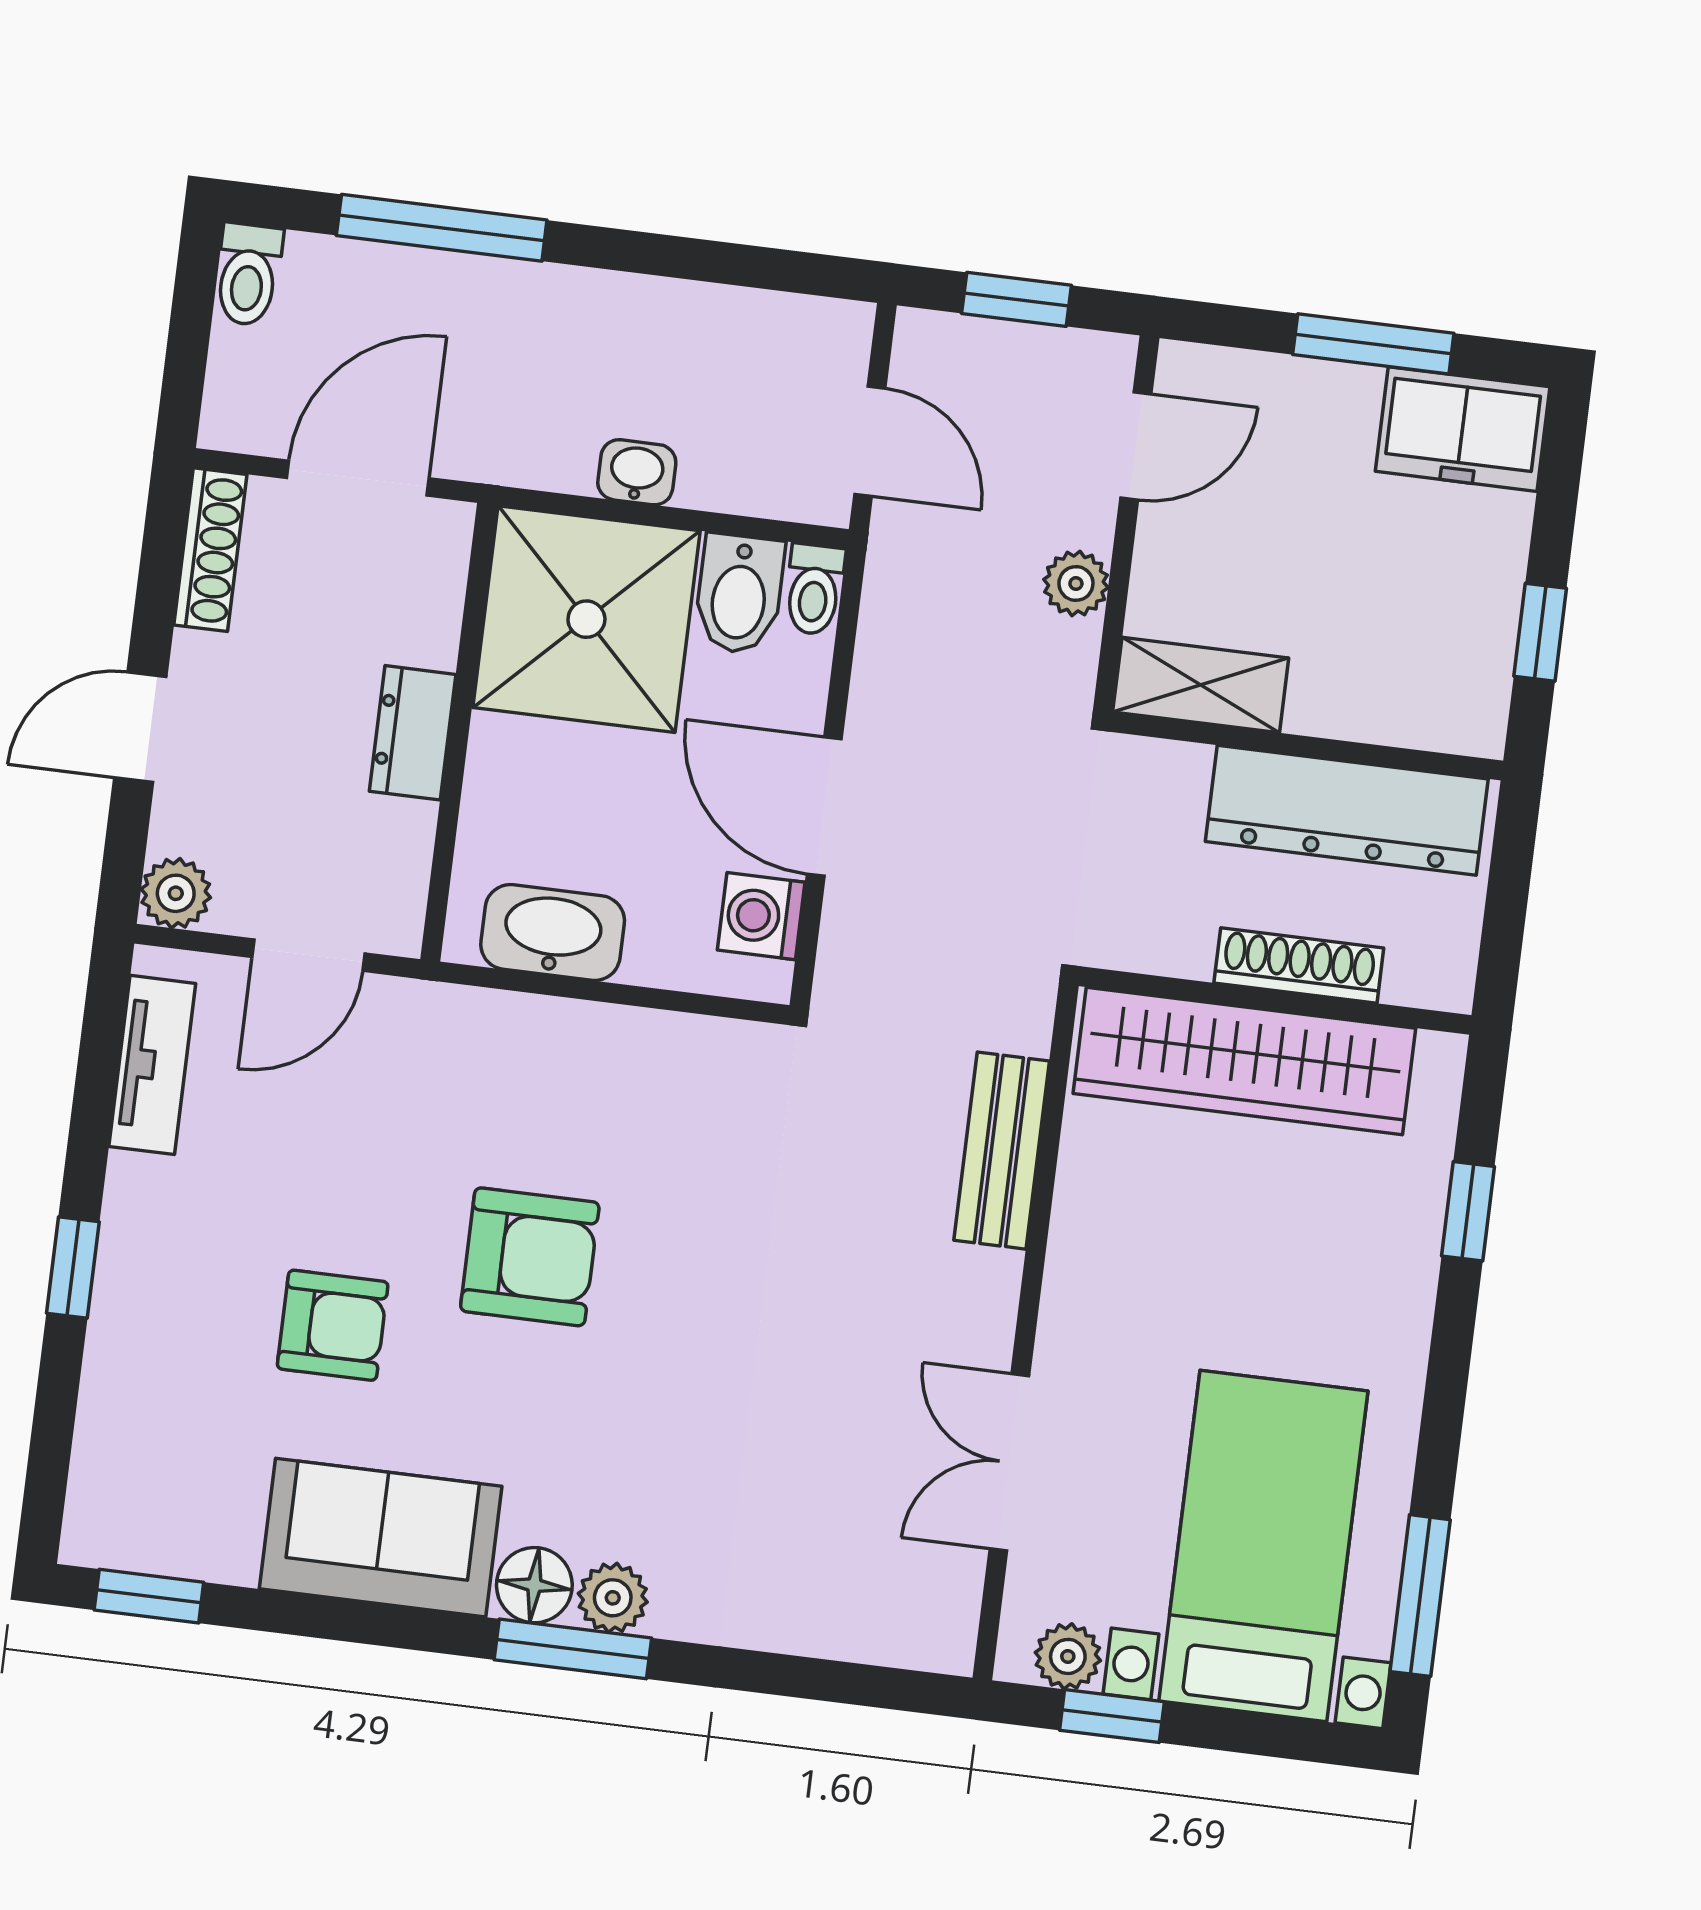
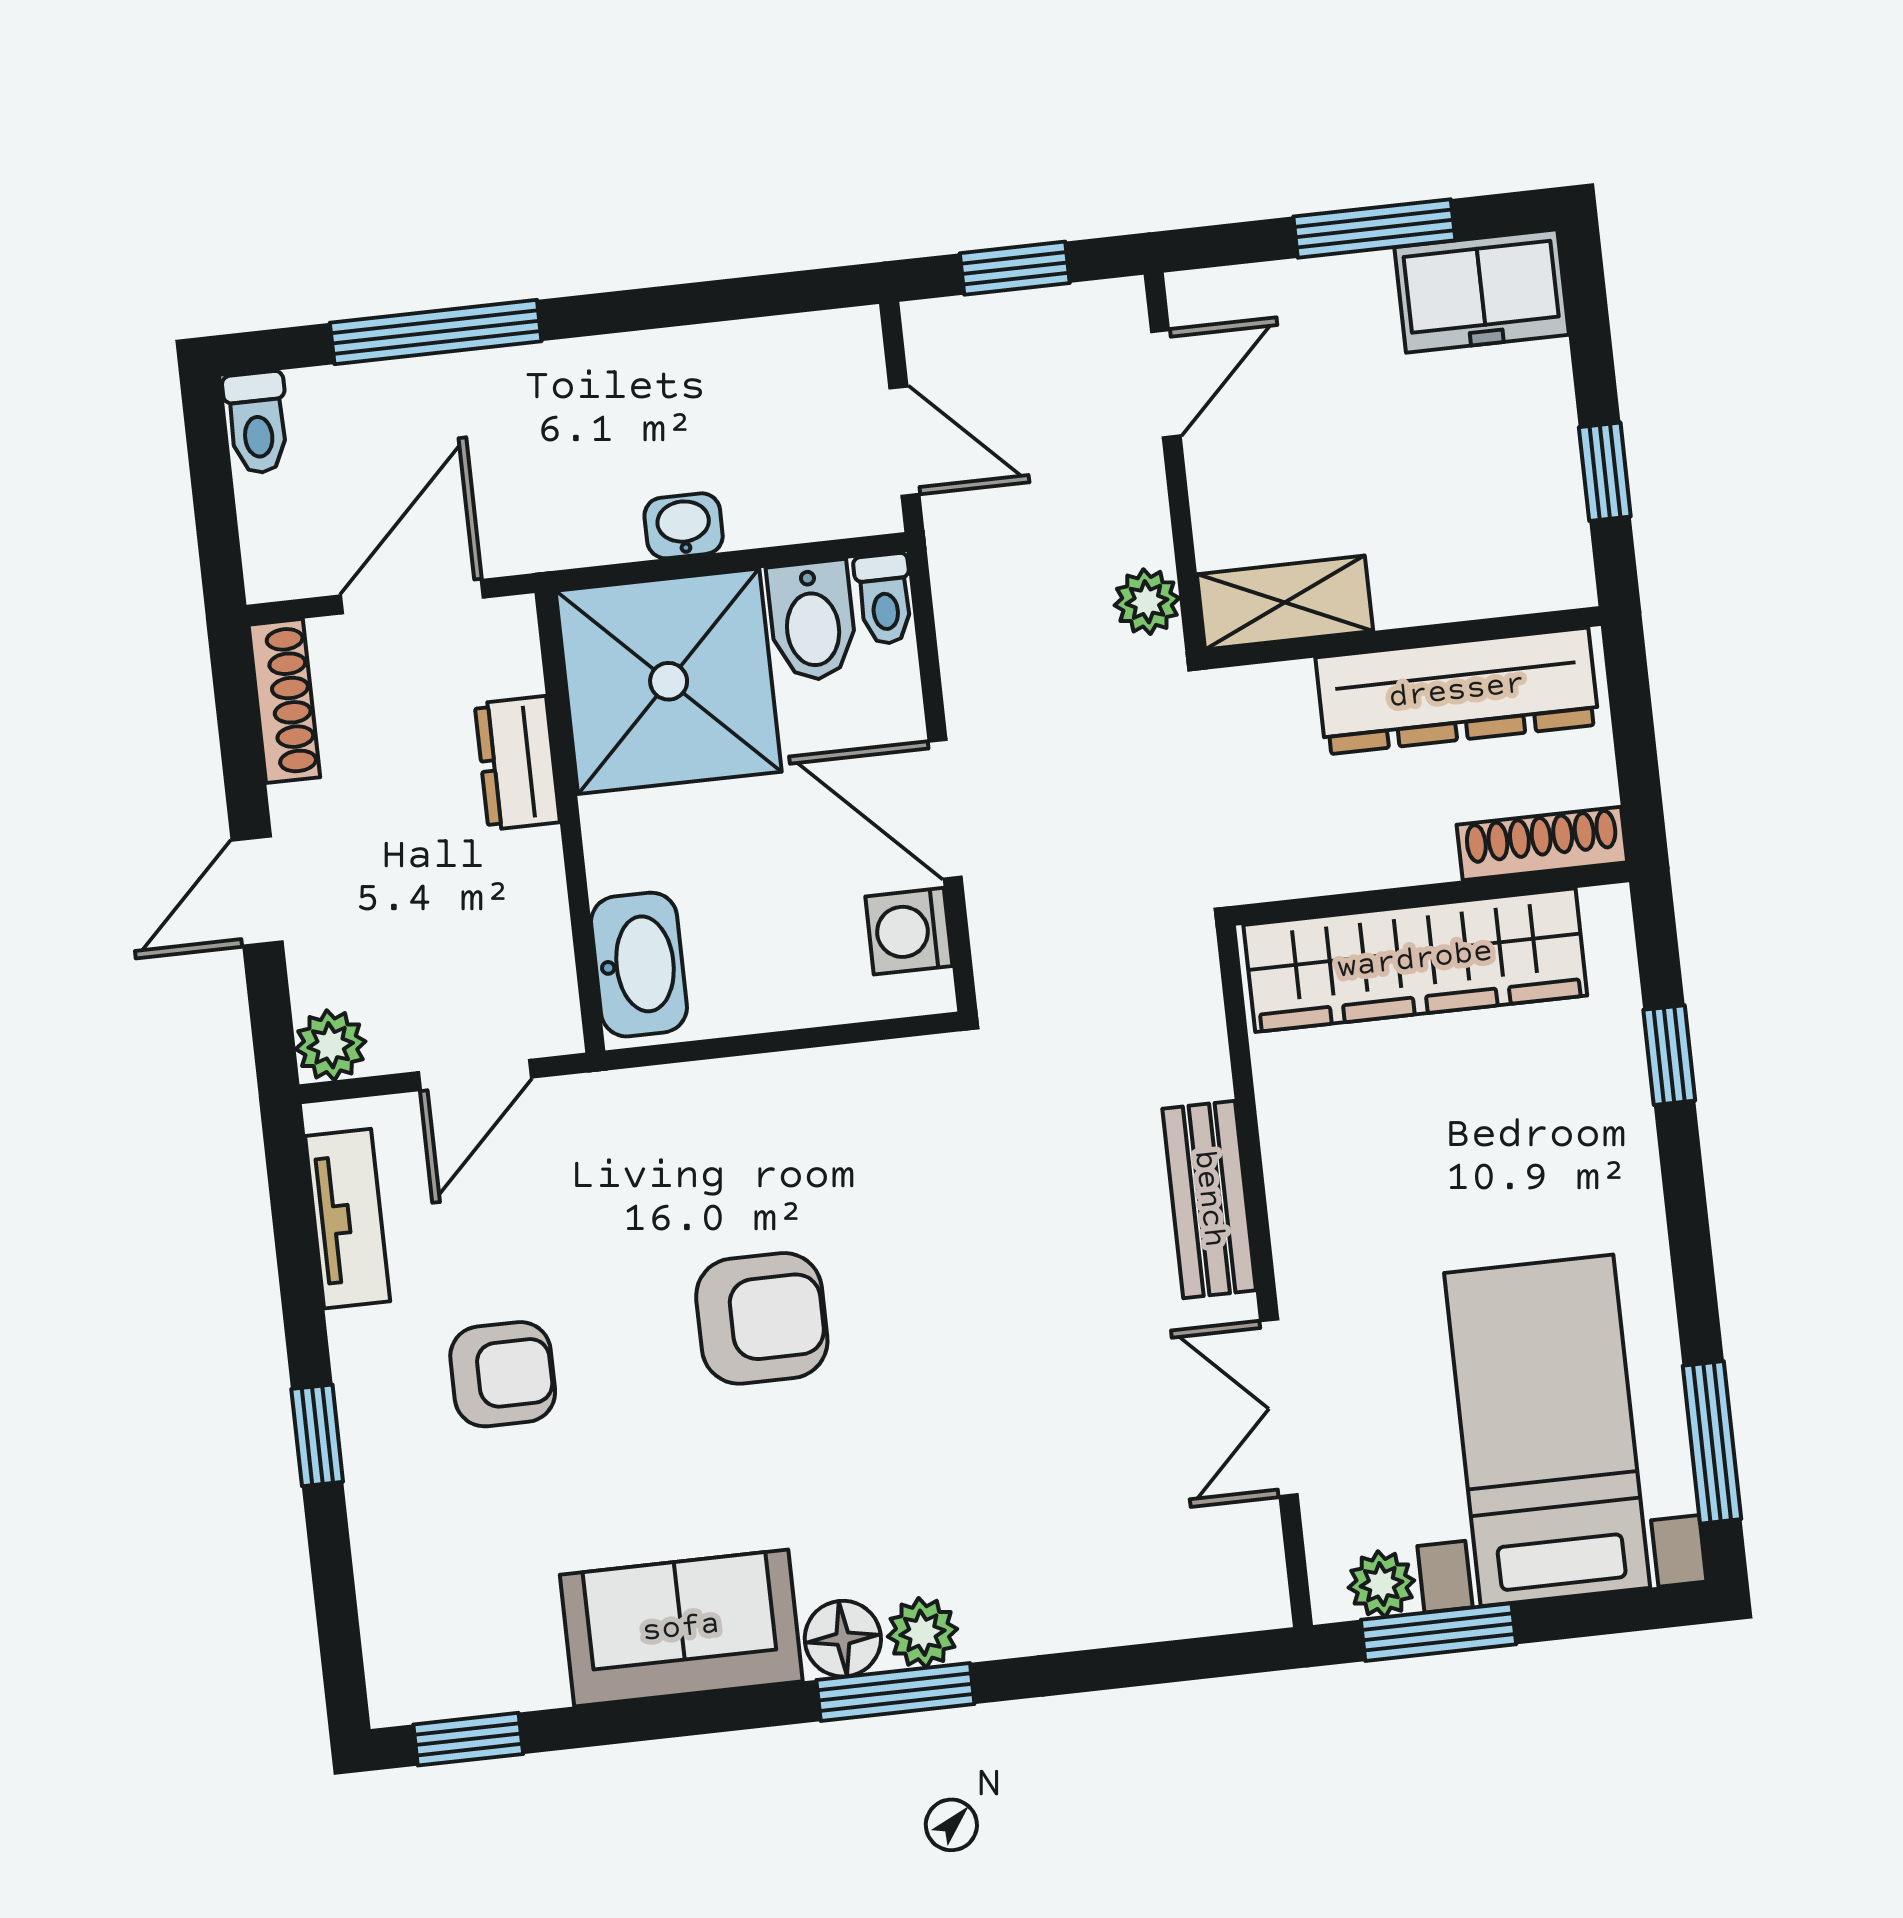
plant: (1076, 583) -> (1147, 602), moved
dresser: (413, 733) -> (517, 763), moved
washbasin: (553, 933) -> (639, 965), moved, turned 90
shoe rack: (1299, 965) -> (1542, 844), moved
bench: (1002, 1151) -> (1209, 1199), moved
armchair: (333, 1325) -> (503, 1374), moved
window: (1112, 1716) -> (1438, 1632), width x1.50

